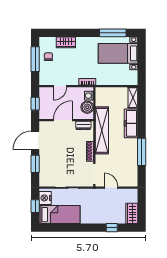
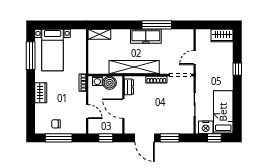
wardrobe: (66, 42) -> (41, 93), moved
freezer: (131, 123) -> (146, 36), moved
window: (112, 228) -> (237, 69), moved

